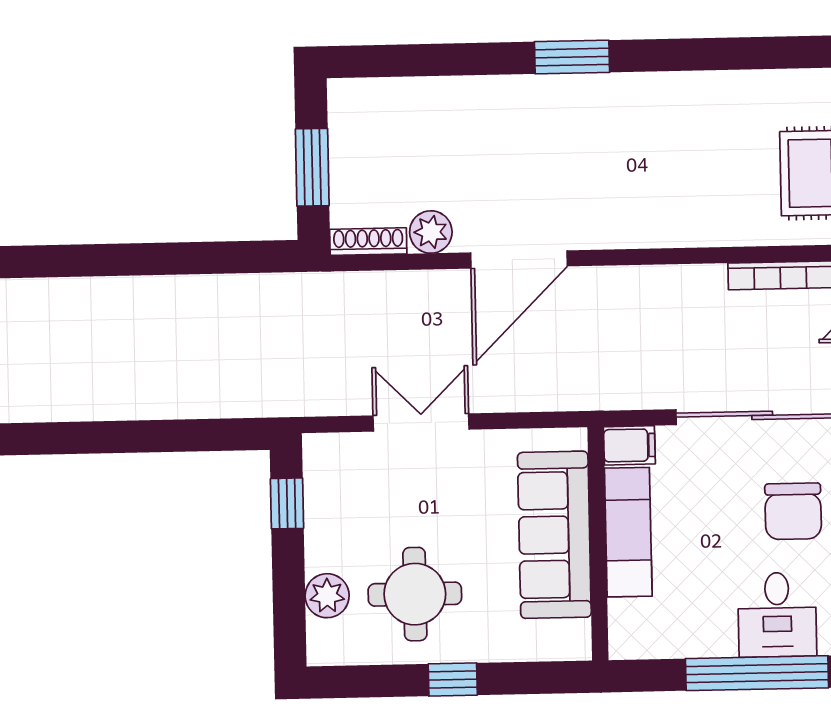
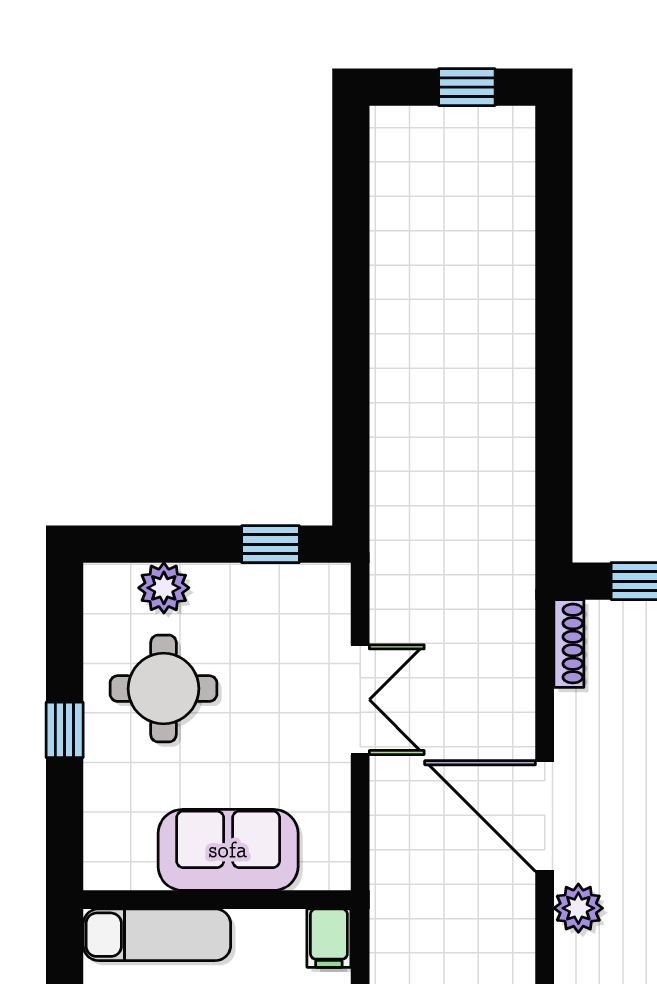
plant: (431, 232) -> (578, 908), moved
exam couch: (628, 532) -> (157, 935), moved
sofa: (554, 535) -> (228, 850), width x0.73

